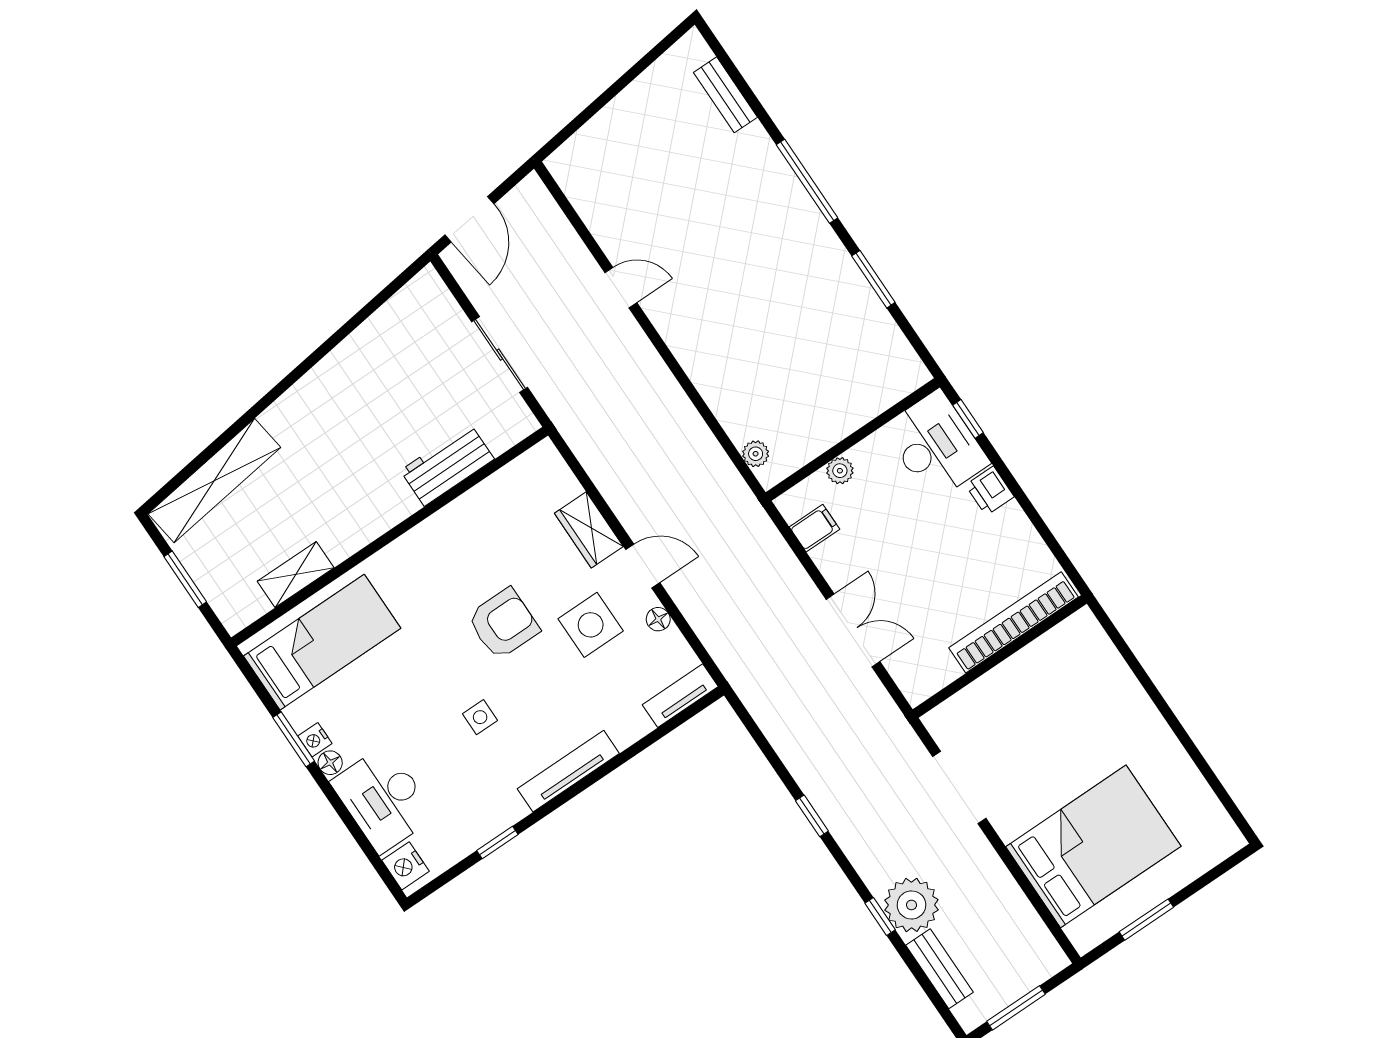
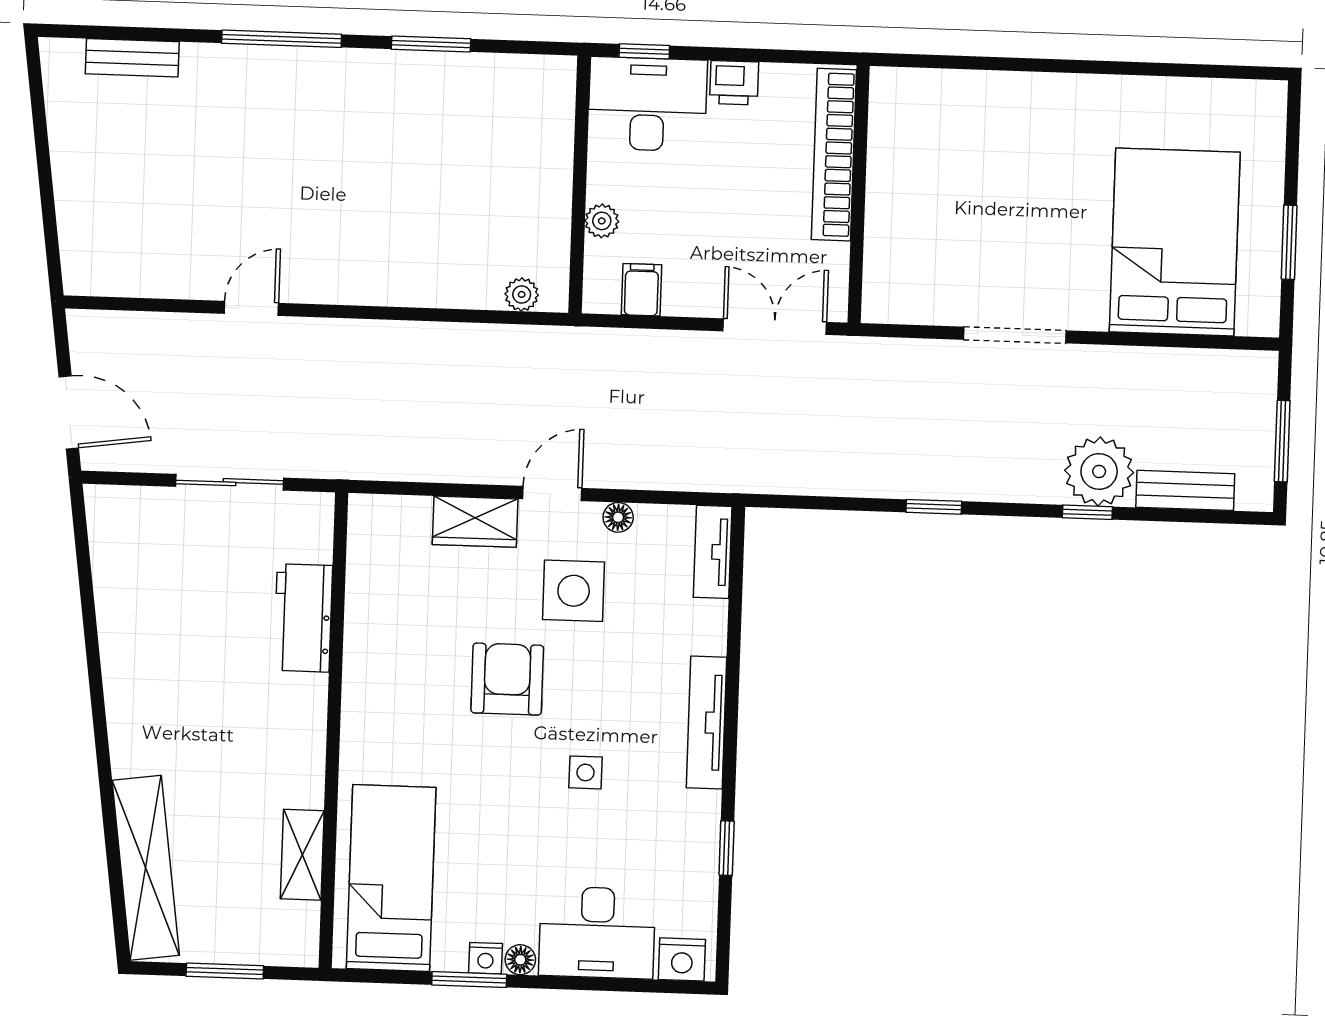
bookcase: (1014, 622) -> (834, 155), moved
wall: (1000, 656) -> (859, 194), moved

